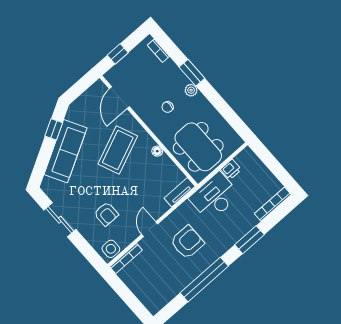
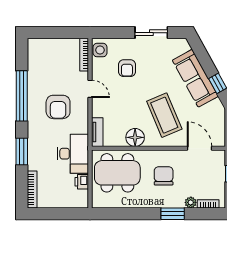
plant: (191, 90) -> (191, 202), moved
chair: (168, 107) -> (164, 176), width x1.87, depth x1.87
floor lamp: (157, 151) -> (135, 137), width x1.89, depth x1.89
armchair: (106, 214) -> (127, 68), turned -90

